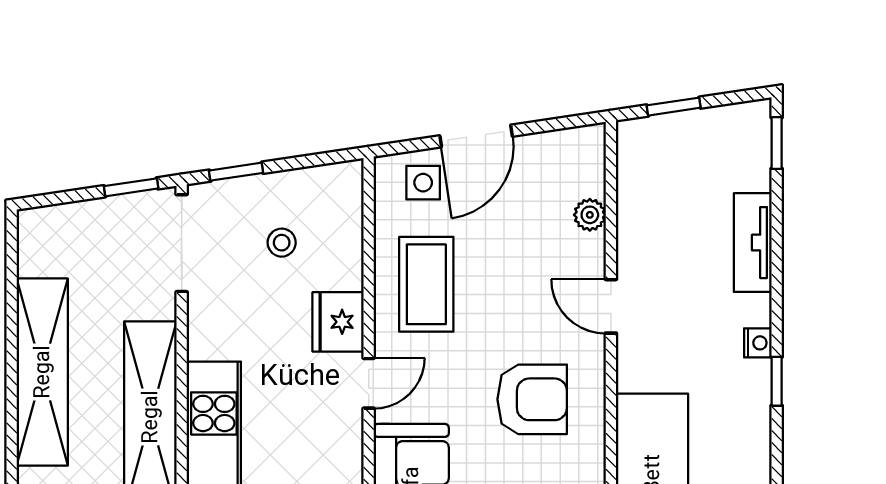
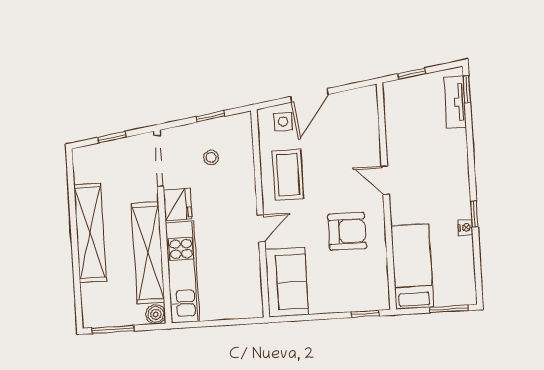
window: (236, 172) -> (211, 116), moved
window: (131, 187) -> (112, 137), moved
plant: (590, 215) -> (371, 133), removed
tv unit: (753, 243) -> (455, 102), moved
fridge: (338, 322) -> (178, 205), moved, turned 180
nightstand: (758, 343) -> (465, 228), moved

